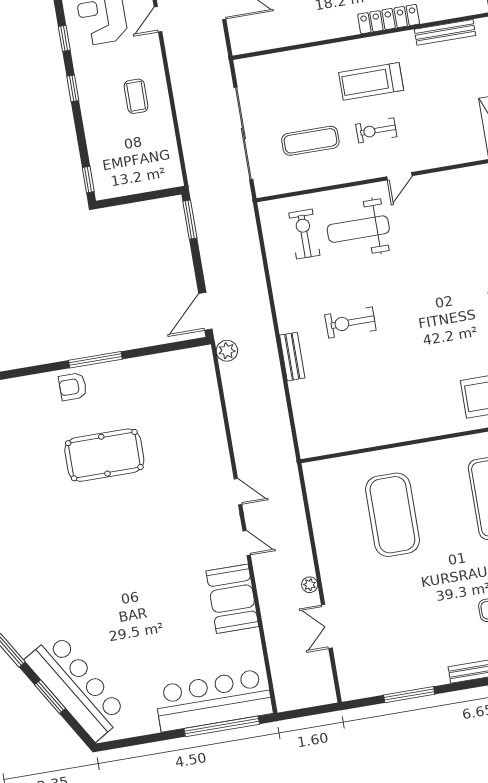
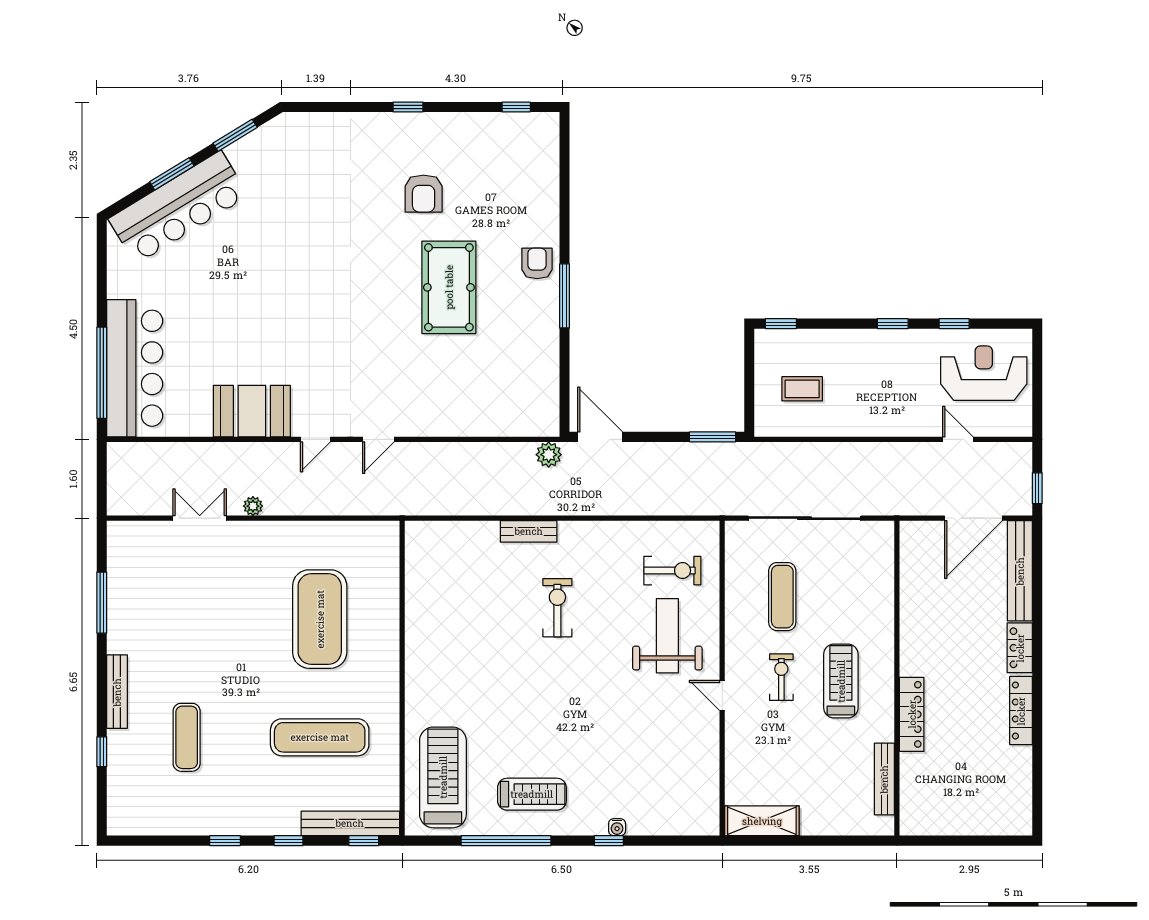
coffee table: (136, 96) -> (802, 389), moved
armchair: (31, 489) -> (424, 194), added
exercise mat: (392, 515) -> (320, 619), turned 90

